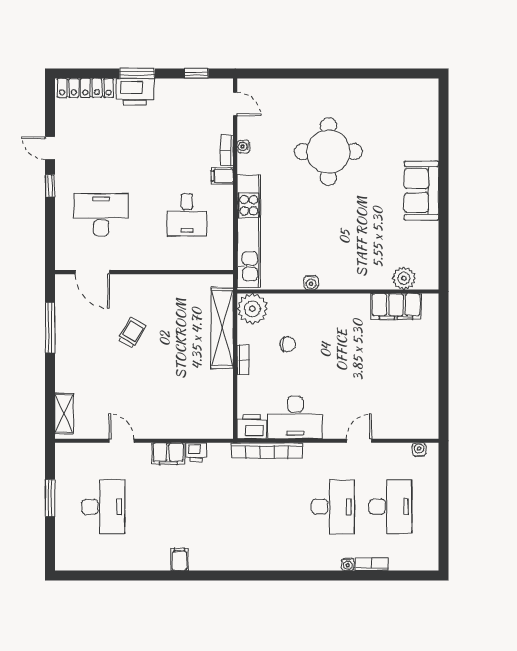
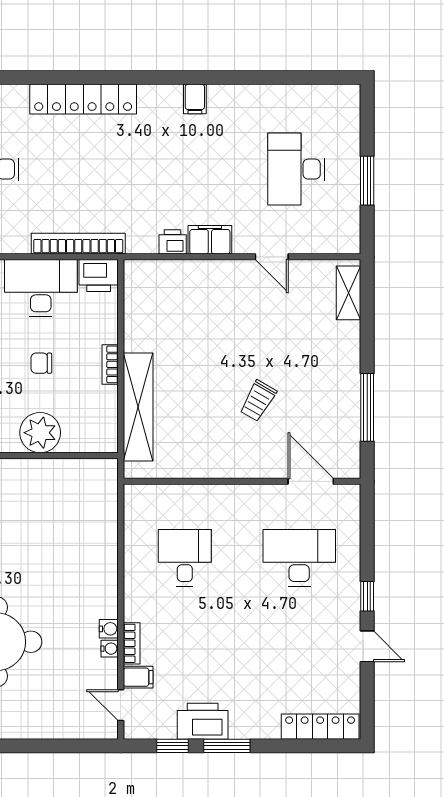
window: (137, 73) -> (227, 746), moved
printer: (135, 92) -> (203, 721), moved
filing cabinet: (222, 176) -> (138, 677), moved
desk: (101, 215) -> (299, 558), turned 180
kitchen unit: (249, 231) -> (103, 536), removed
water cooler: (311, 283) -> (109, 629), moved, turned 90
plant: (252, 309) -> (40, 433), moved
chair: (287, 344) -> (41, 363), moved
locker: (263, 559) -> (83, 99), added

